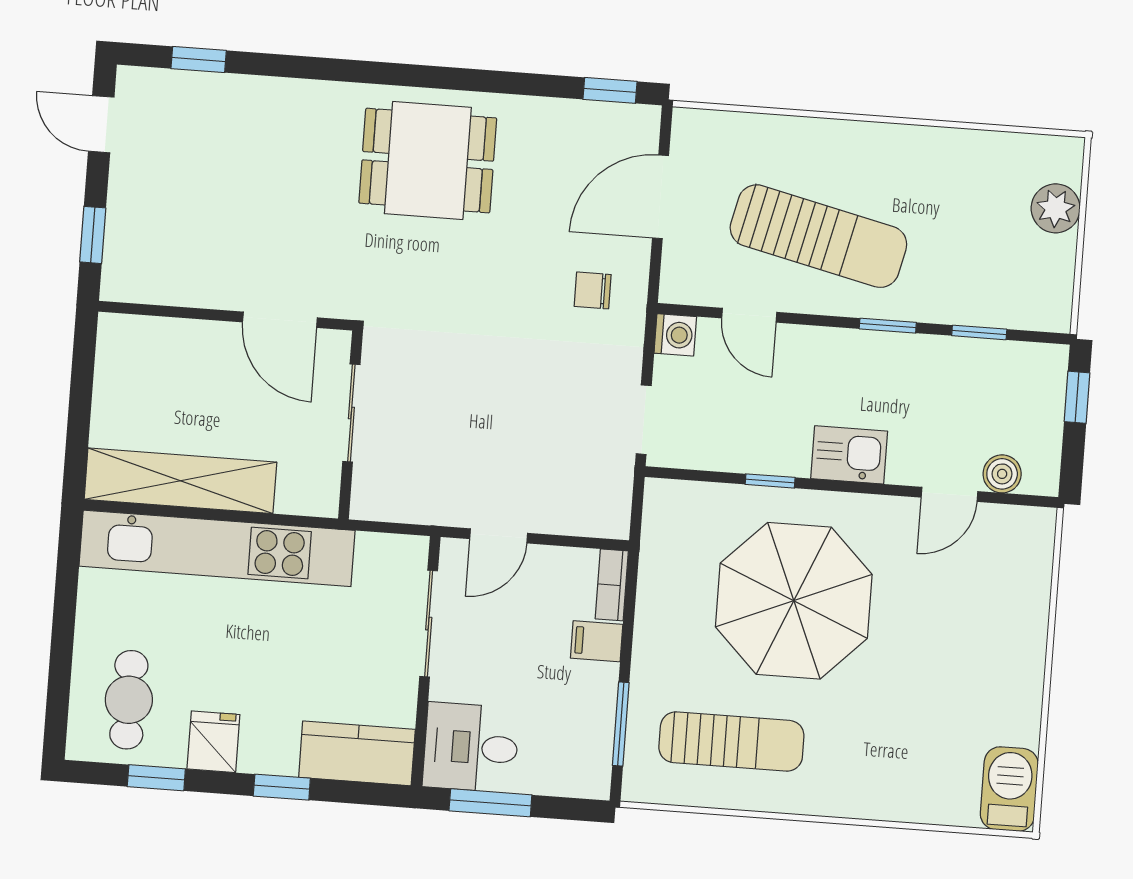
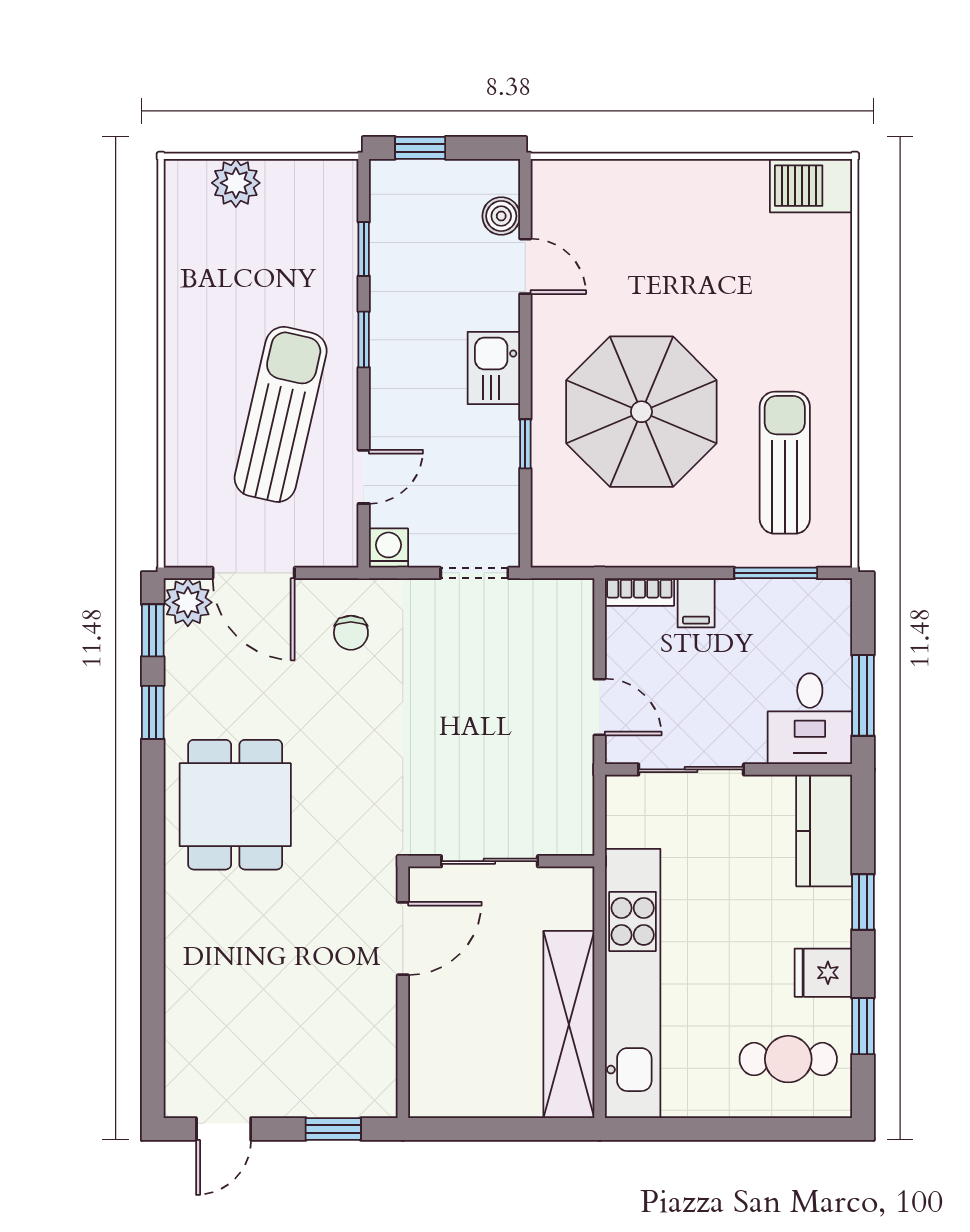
window: (199, 60) -> (153, 712), moved
plant: (636, 128) -> (188, 602), added

